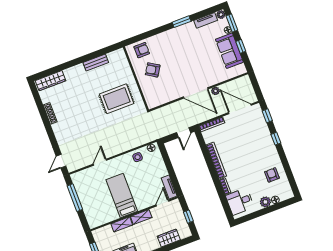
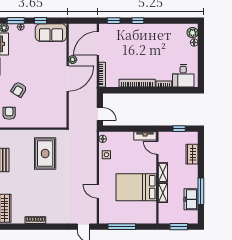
sofa: (229, 51) -> (51, 33), moved
armchair: (153, 70) -> (19, 89), moved
door: (184, 133) -> (100, 114), moved
armchair: (272, 175) -> (170, 37), removed
bed: (122, 195) -> (136, 187), width x1.50
plant: (265, 202) -> (193, 33), moved

